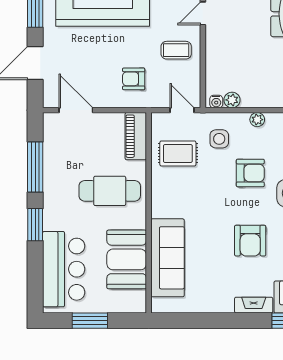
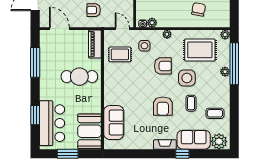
window: (35, 225) -> (35, 115), moved
sofa: (168, 258) -> (114, 123), width x0.73
booth: (127, 259) -> (89, 131), moved

